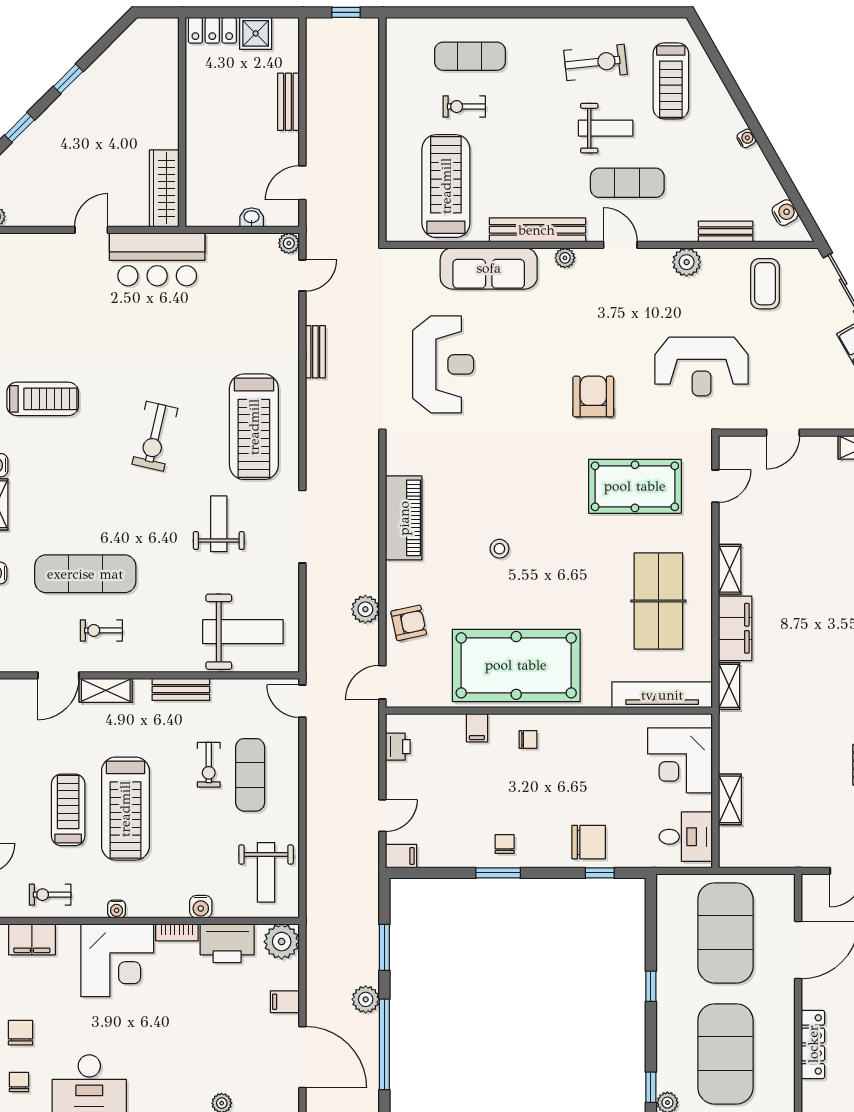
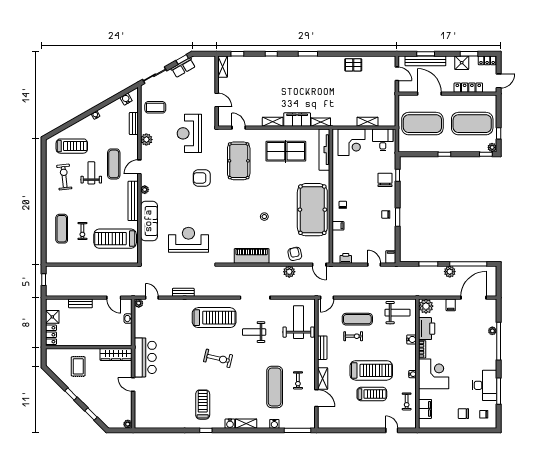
rug: (135, 96) -> (78, 366), added
reception desk: (702, 366) -> (189, 133), turned 180
treadmill: (68, 810) -> (372, 394), turned 180

